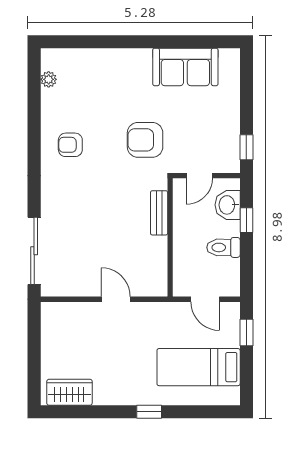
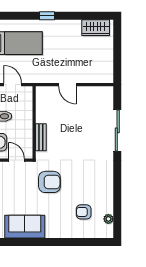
armchair: (70, 145) -> (84, 212), moved, turned 180
door: (199, 176) -> (16, 160), hinge flipped
sliding door: (34, 251) -> (117, 130), moved

